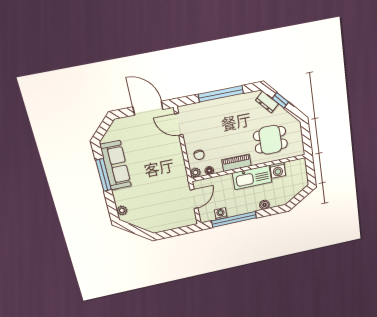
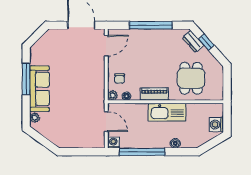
door: (179, 124) -> (106, 46), swing flipped
dining table: (270, 140) -> (191, 78), turned 90
sofa: (116, 165) -> (39, 89), moved
washing machine: (278, 170) -> (216, 124), moved, turned 90
door: (194, 199) -> (106, 121), hinge flipped
washing machine: (221, 214) -> (113, 143), moved

